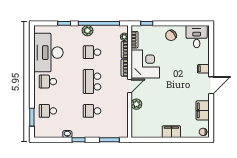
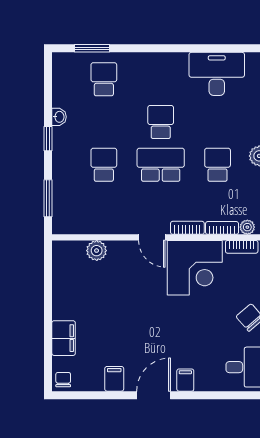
desk: (48, 53) -> (217, 74), width x0.73, depth x0.77
school desk: (48, 82) -> (161, 122), moved
door: (211, 85) -> (154, 395), swing flipped
plant: (136, 104) -> (97, 251), moved
filing cabinet: (203, 110) -> (114, 379), width x0.50
filing cabinet: (171, 132) -> (64, 338), moved

